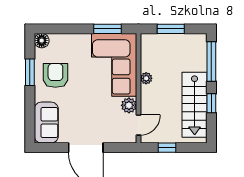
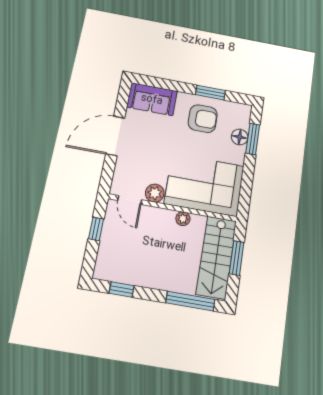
window: (107, 29) -> (253, 139), moved
floor lamp: (42, 41) -> (240, 137), moved
window: (211, 103) -> (122, 289), moved
stairs: (195, 105) -> (216, 257), moved, turned -90

